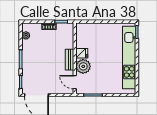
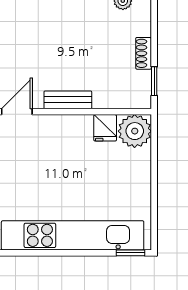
fridge: (82, 53) -> (105, 128), moved
plant: (83, 66) -> (135, 131), moved

